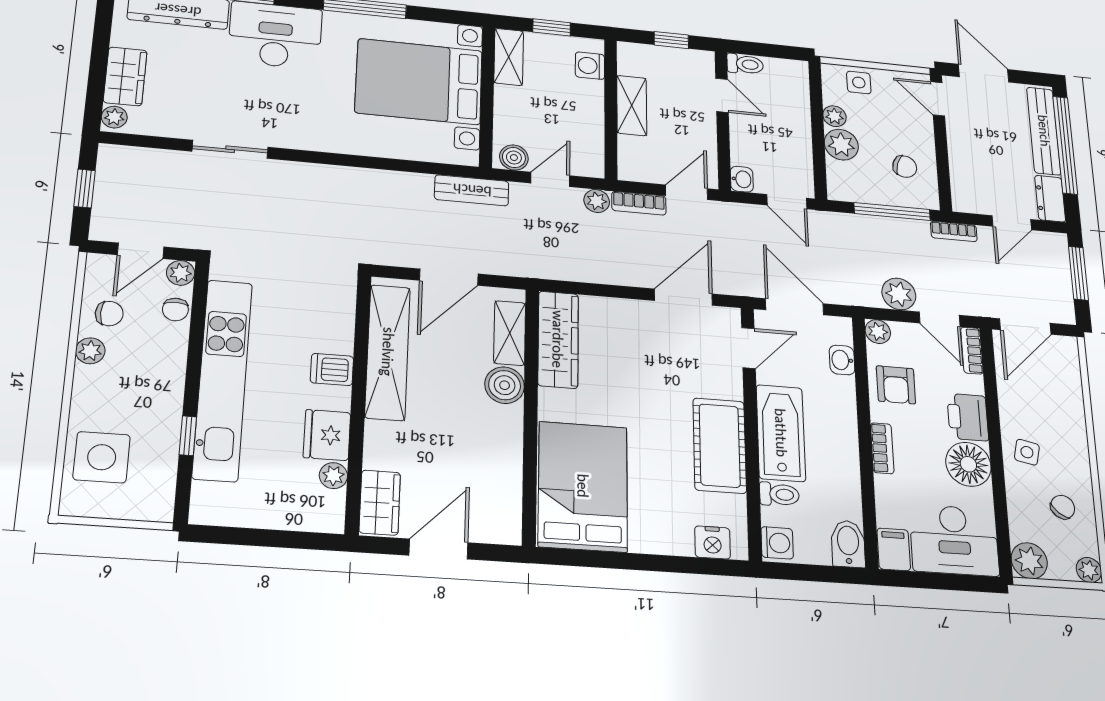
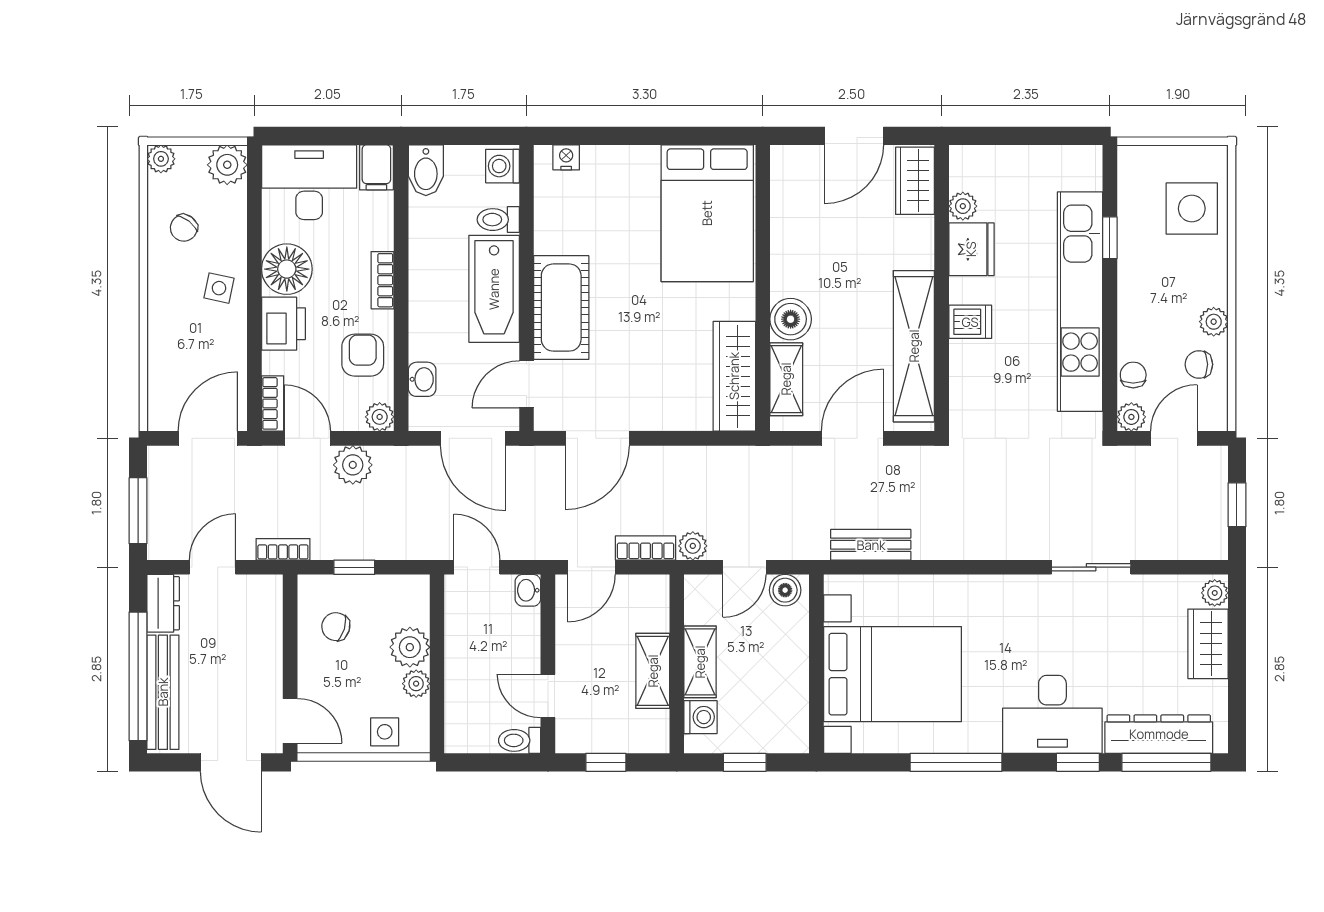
shelving: (509, 57) -> (700, 662), moved
bench: (472, 190) -> (871, 545), moved
window: (892, 212) -> (354, 567), width x0.46
cot: (720, 445) -> (561, 308), moved
nightstand: (713, 542) -> (566, 157), width x0.72, depth x0.74

